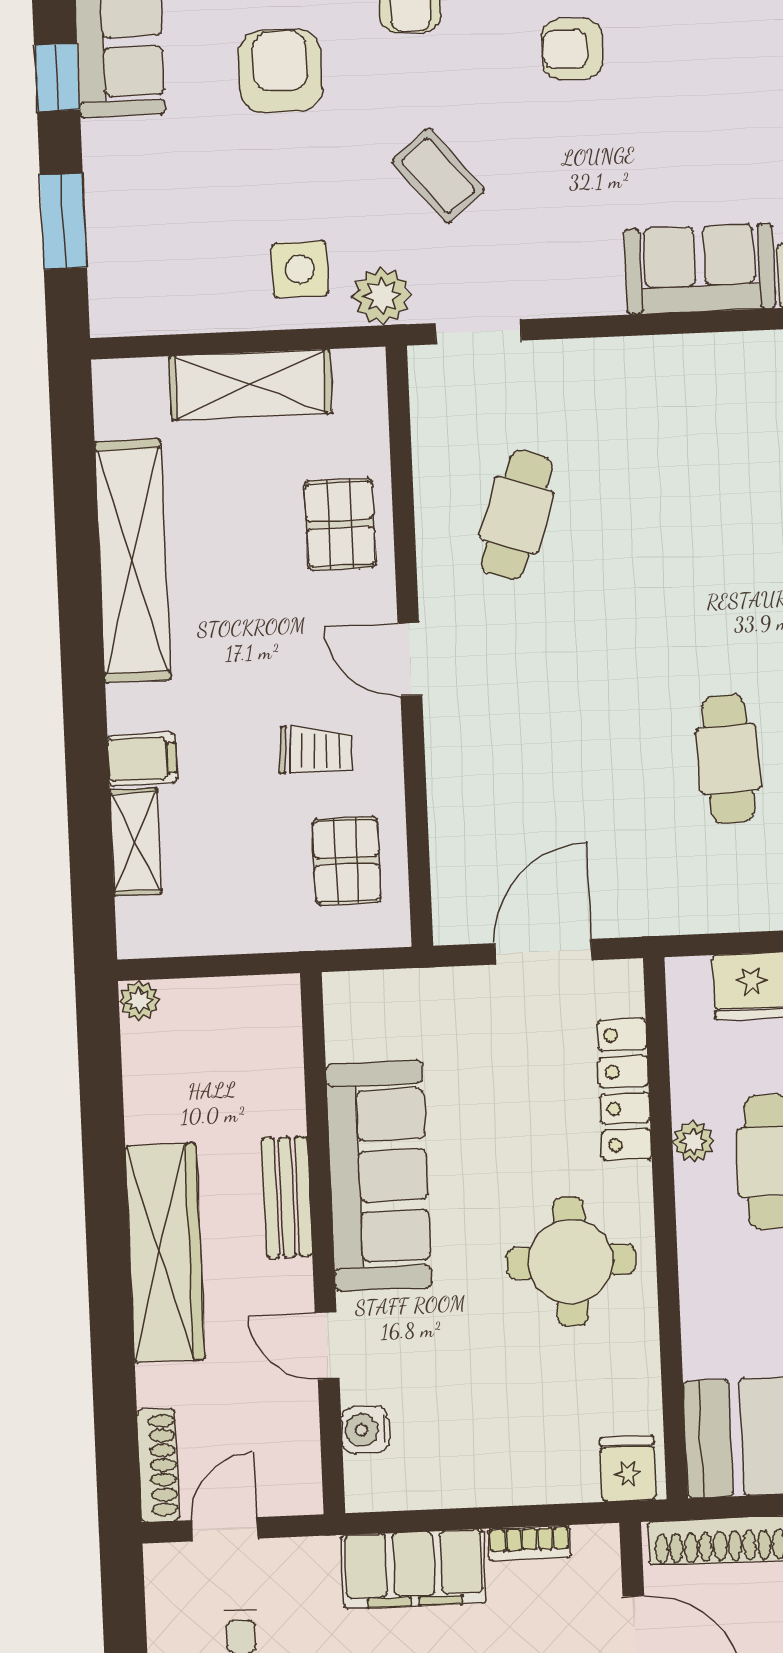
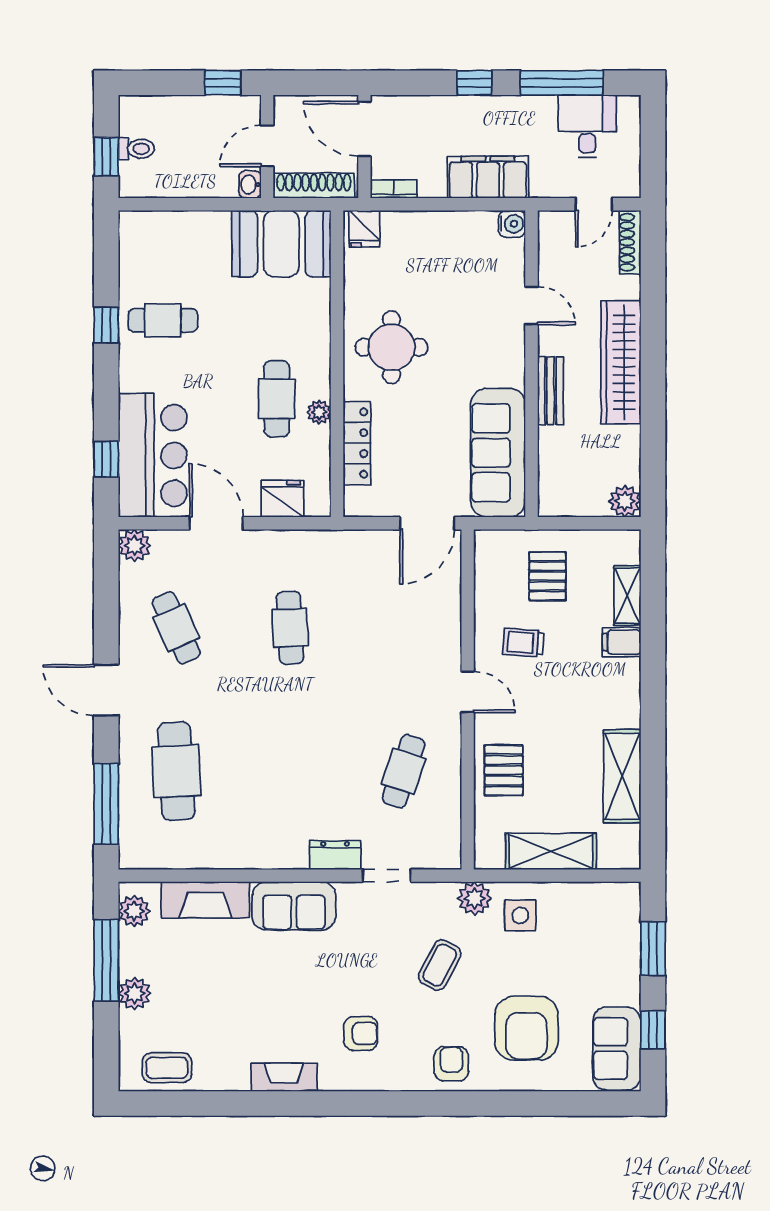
armchair: (280, 71) -> (526, 1028), width x1.36, depth x1.36
coffee table: (438, 176) -> (440, 965), turned 67
doorway: (478, 332) -> (387, 876), moved
dresser: (631, 361) -> (335, 855), added
shelving: (133, 561) -> (622, 776), width x0.68
pallet: (347, 861) -> (547, 576), moved
door: (543, 952) -> (427, 523), moved
plant: (139, 1001) -> (625, 501), width x1.38, depth x1.38
sofa: (379, 1176) -> (498, 453), moved
water cooler: (365, 1430) -> (512, 224), moved
bookcase: (530, 1543) -> (394, 189), moved

